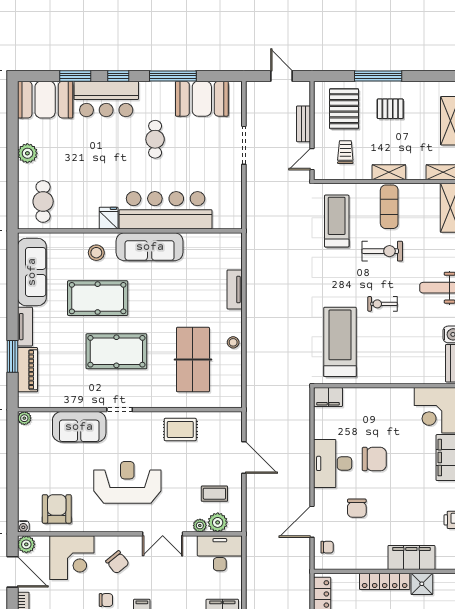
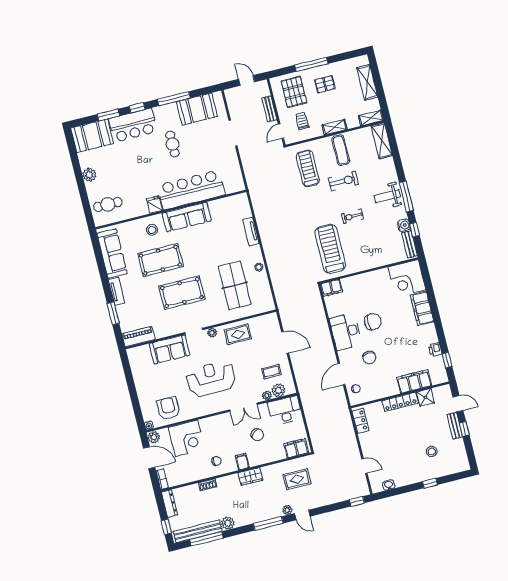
cafe table: (43, 201) -> (108, 204), turned 90
piano: (27, 370) -> (138, 337), moved, turned -90
plant: (24, 418) -> (212, 333), moved
chair: (117, 562) -> (257, 435), moved

